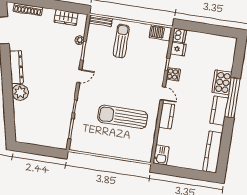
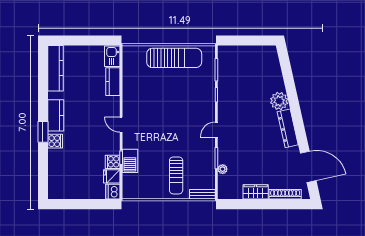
wardrobe: (66, 18) -> (256, 192), moved
barbecue: (161, 33) -> (130, 161), moved, turned 90
cooker: (173, 74) -> (113, 162), moved
cooker: (222, 82) -> (55, 141), width x0.53, depth x0.76
window: (233, 98) -> (43, 132), width x0.47
kitchen counter: (167, 116) -> (113, 82), moved
sun lounger: (123, 117) -> (174, 58), moved

